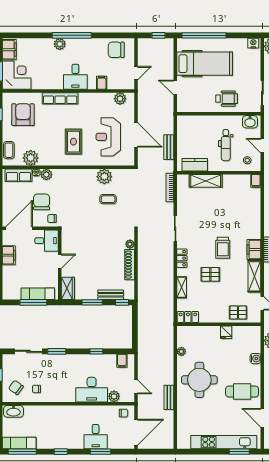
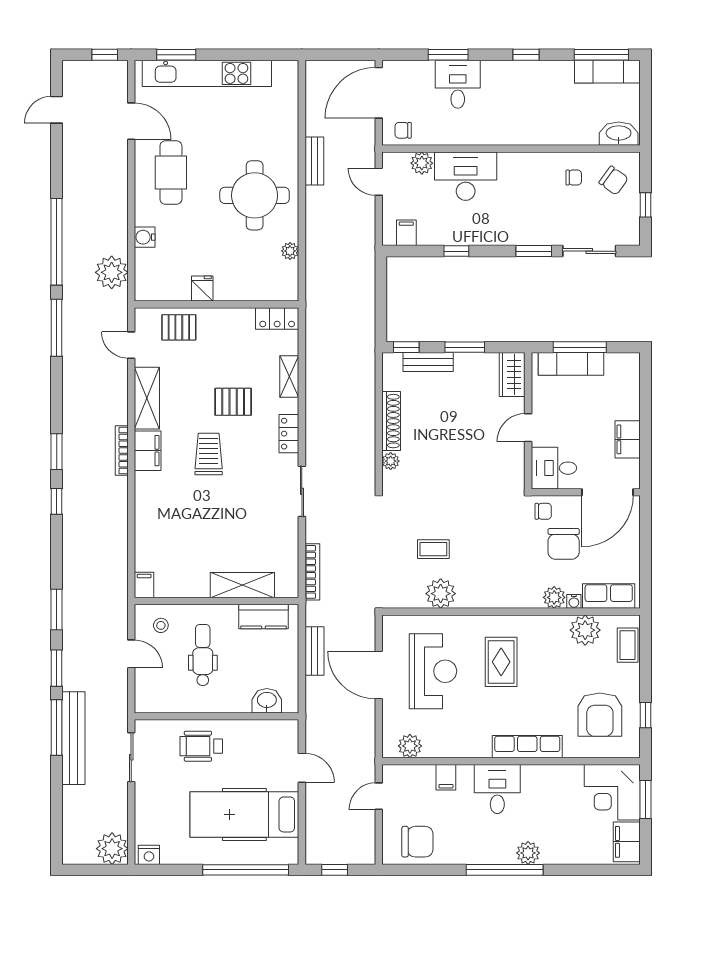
washbasin: (250, 122) -> (267, 701), moved
cafe table: (242, 392) -> (171, 173), turned 90

